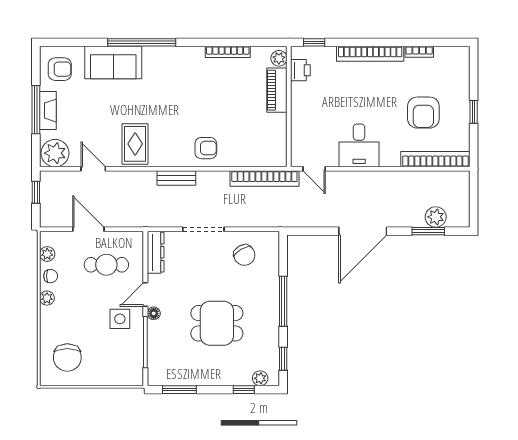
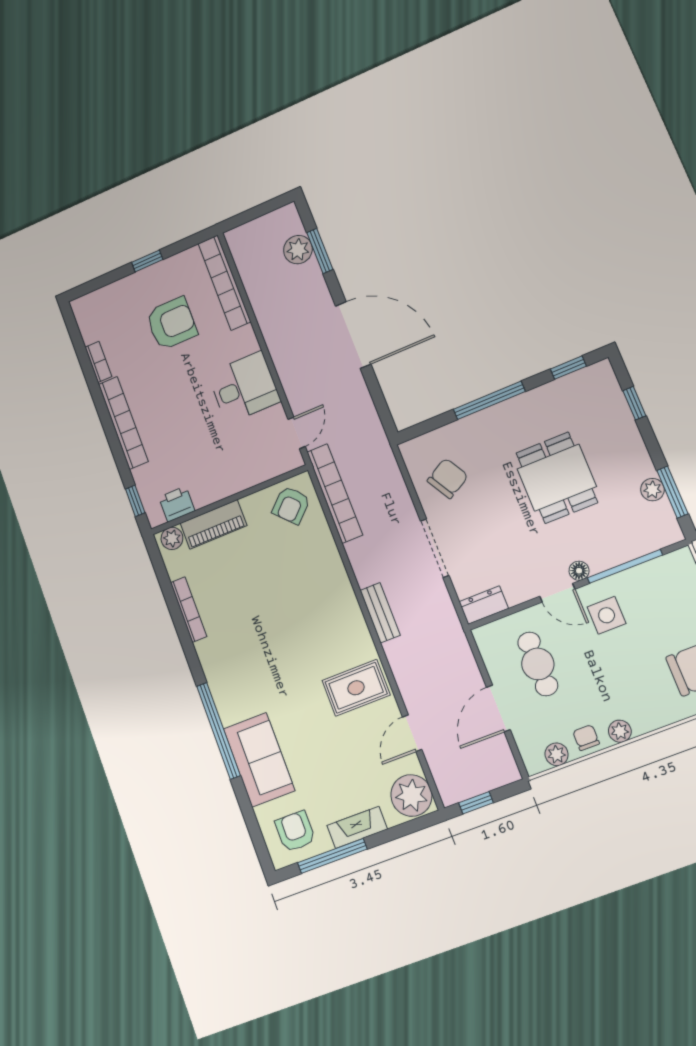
window: (36, 110) -> (332, 856), moved
armchair: (206, 148) -> (291, 505), moved, turned -134
dresser: (156, 252) -> (484, 605), width x0.70
plant: (260, 378) -> (652, 490), moved

